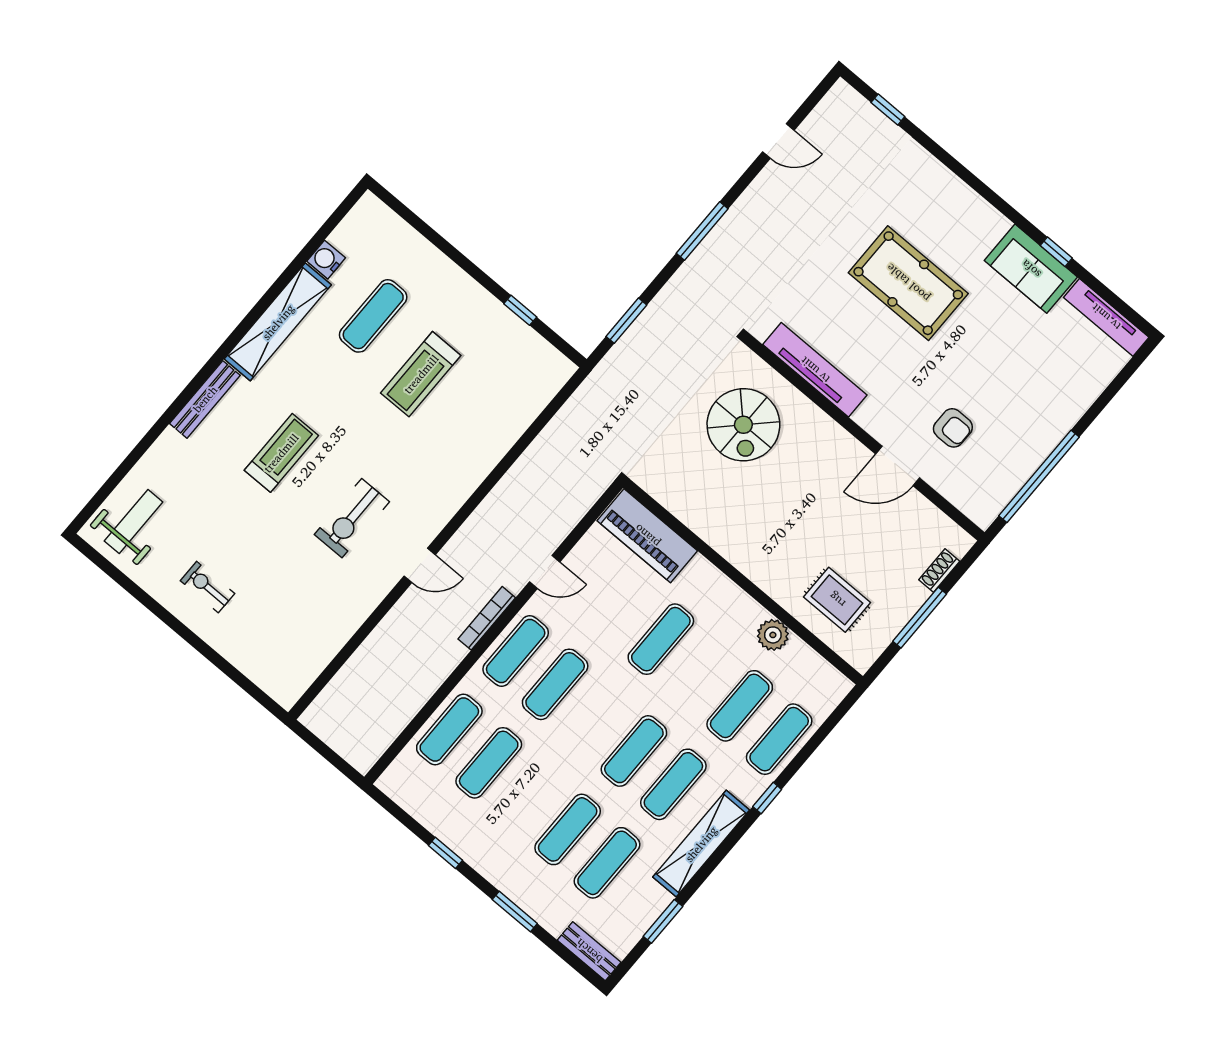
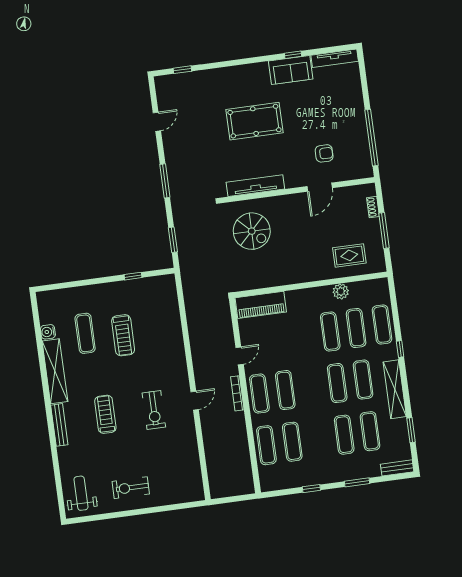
exercise bike: (208, 587) -> (131, 488), width x1.38, depth x1.39
exercise mat: (661, 639) -> (330, 331), moved

